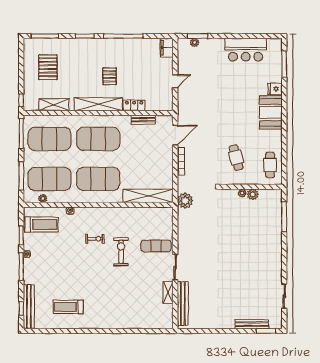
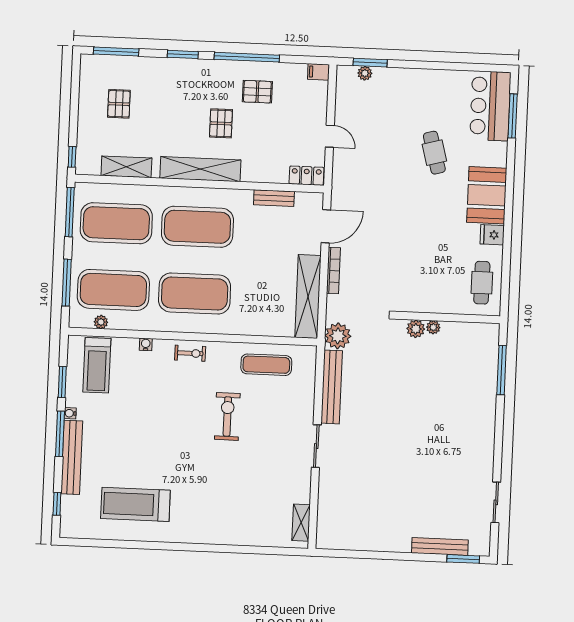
filing cabinet: (167, 48) -> (318, 72), width x0.50
bar counter: (246, 50) -> (490, 106), moved, turned 90
pallet: (131, 56) -> (257, 92), added
pallet: (48, 67) -> (119, 104), width x0.67, depth x0.71
door: (175, 81) -> (330, 136), hinge flipped
fridge: (275, 89) -> (492, 235), moved
locker: (134, 105) -> (307, 176), moved
cafe table: (236, 158) -> (434, 153), moved
plant: (253, 194) -> (416, 329), moved
shelving: (148, 196) -> (308, 296), moved, turned 90
treadmill: (42, 224) -> (97, 365), turned 90
exercise bike: (95, 239) -> (190, 353), moved
exercise mat: (156, 246) -> (266, 365), moved
shelving: (168, 293) -> (301, 523), moved
bench: (183, 304) -> (332, 387), moved
bench: (29, 307) -> (72, 457), moved
treadmill: (68, 307) -> (135, 504), width x1.37, depth x1.38

